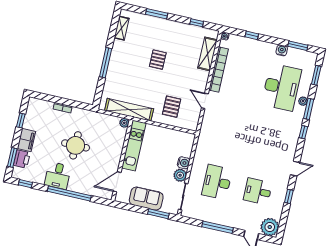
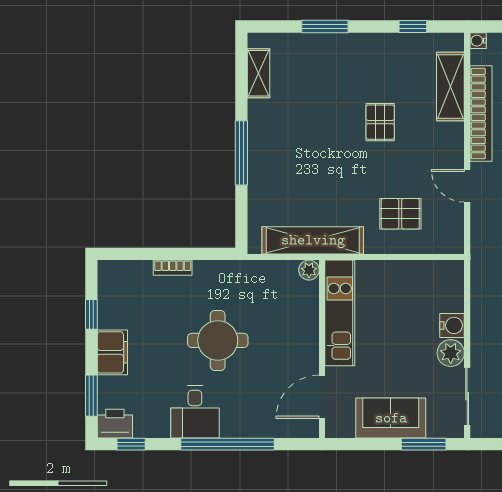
pallet: (158, 60) -> (380, 122), moved
pallet: (172, 107) -> (400, 214), turned 90
printer: (22, 159) -> (115, 424), moved, turned -90

